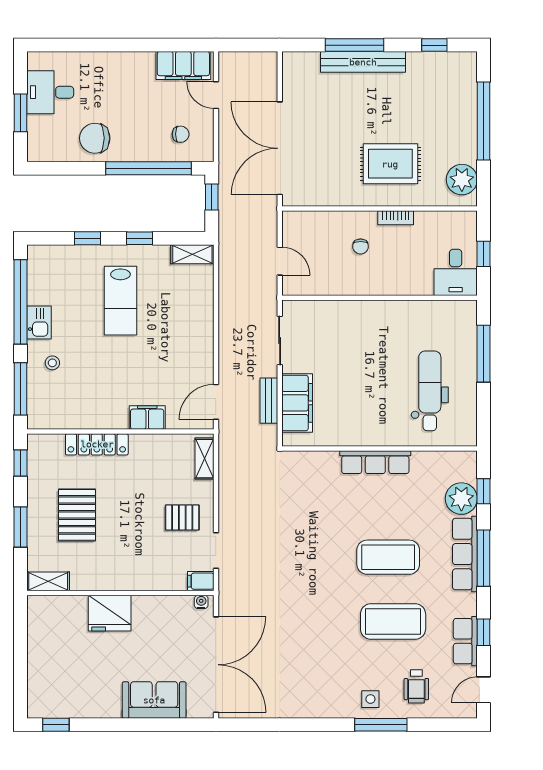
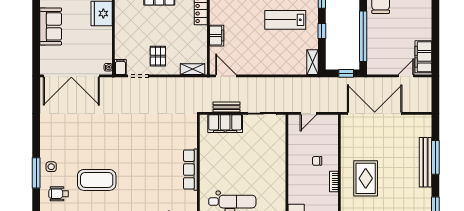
chair: (181, 134) -> (383, 55), removed
coffee table: (388, 557) -> (134, 177), removed
coffee table: (393, 622) -> (97, 180), turned 90
sofa: (154, 700) -> (51, 26), moved

